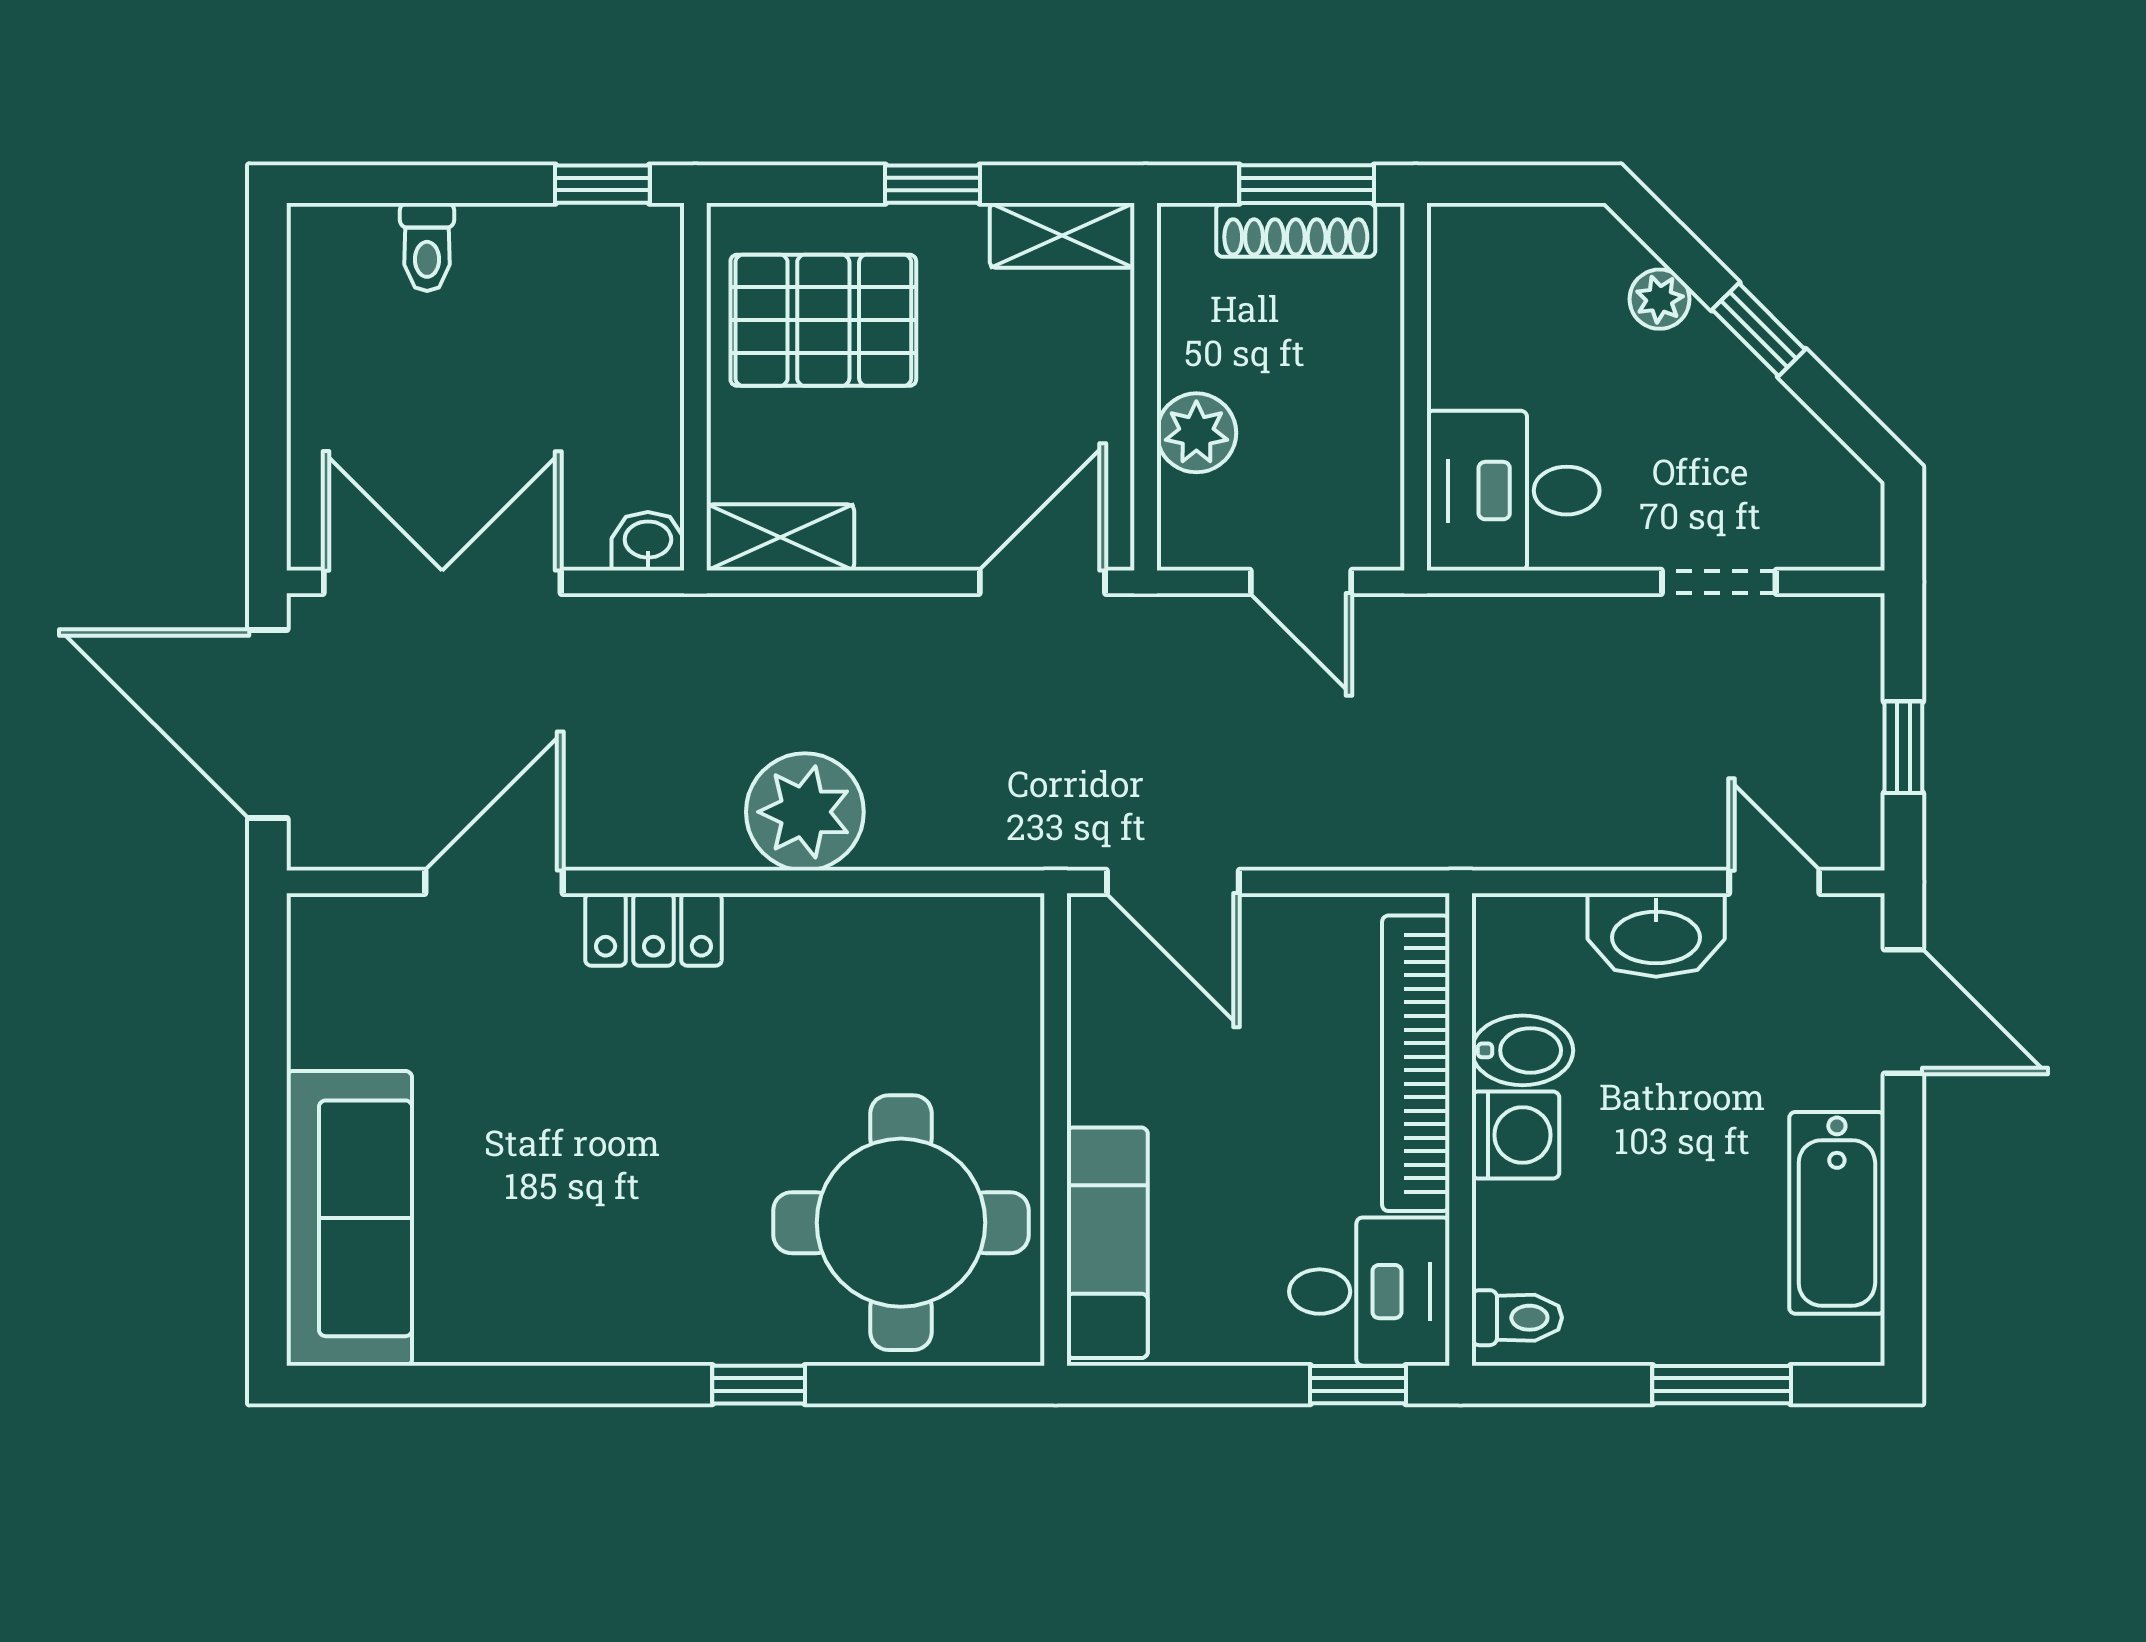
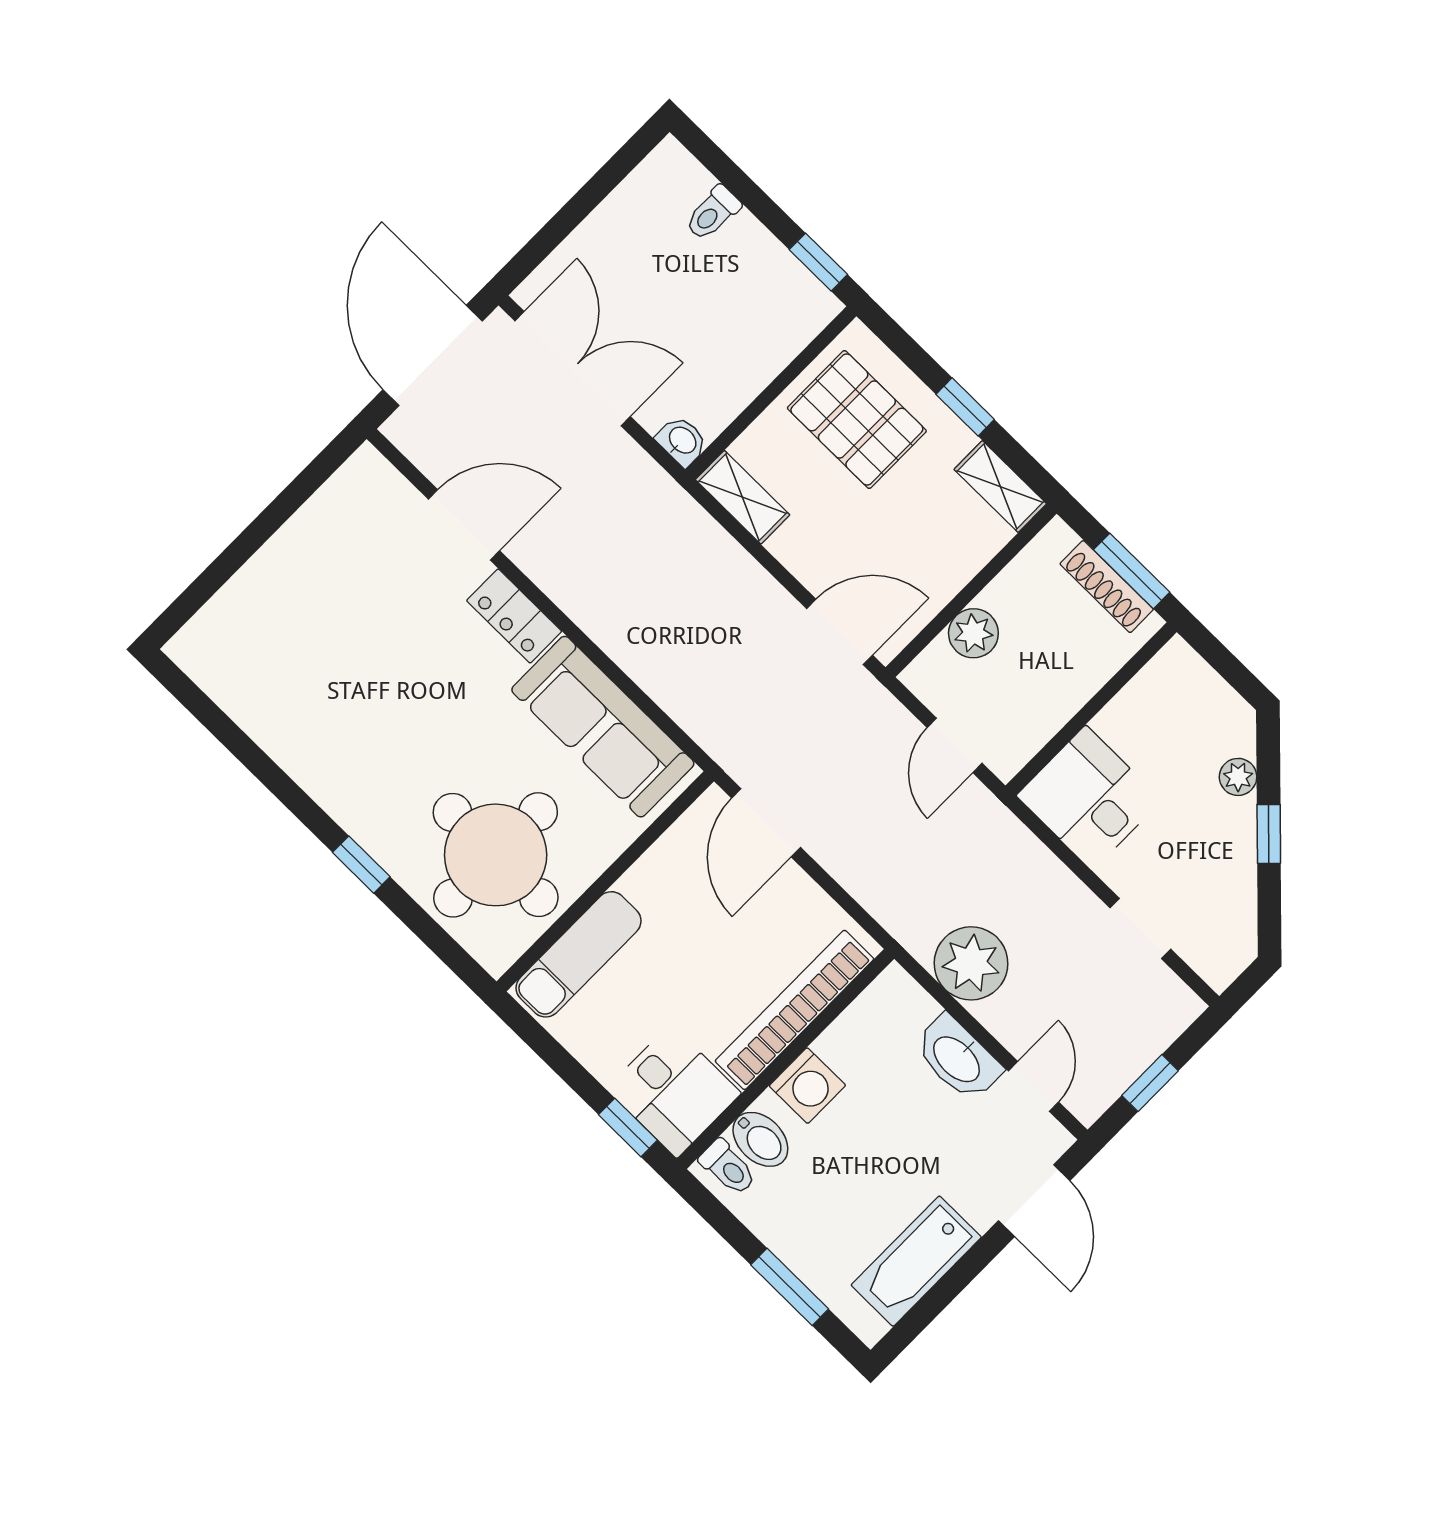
plant: (805, 812) -> (971, 963), moved
bidet: (1523, 1050) -> (760, 1139), moved
sofa: (349, 1218) -> (603, 727), moved, turned 90

